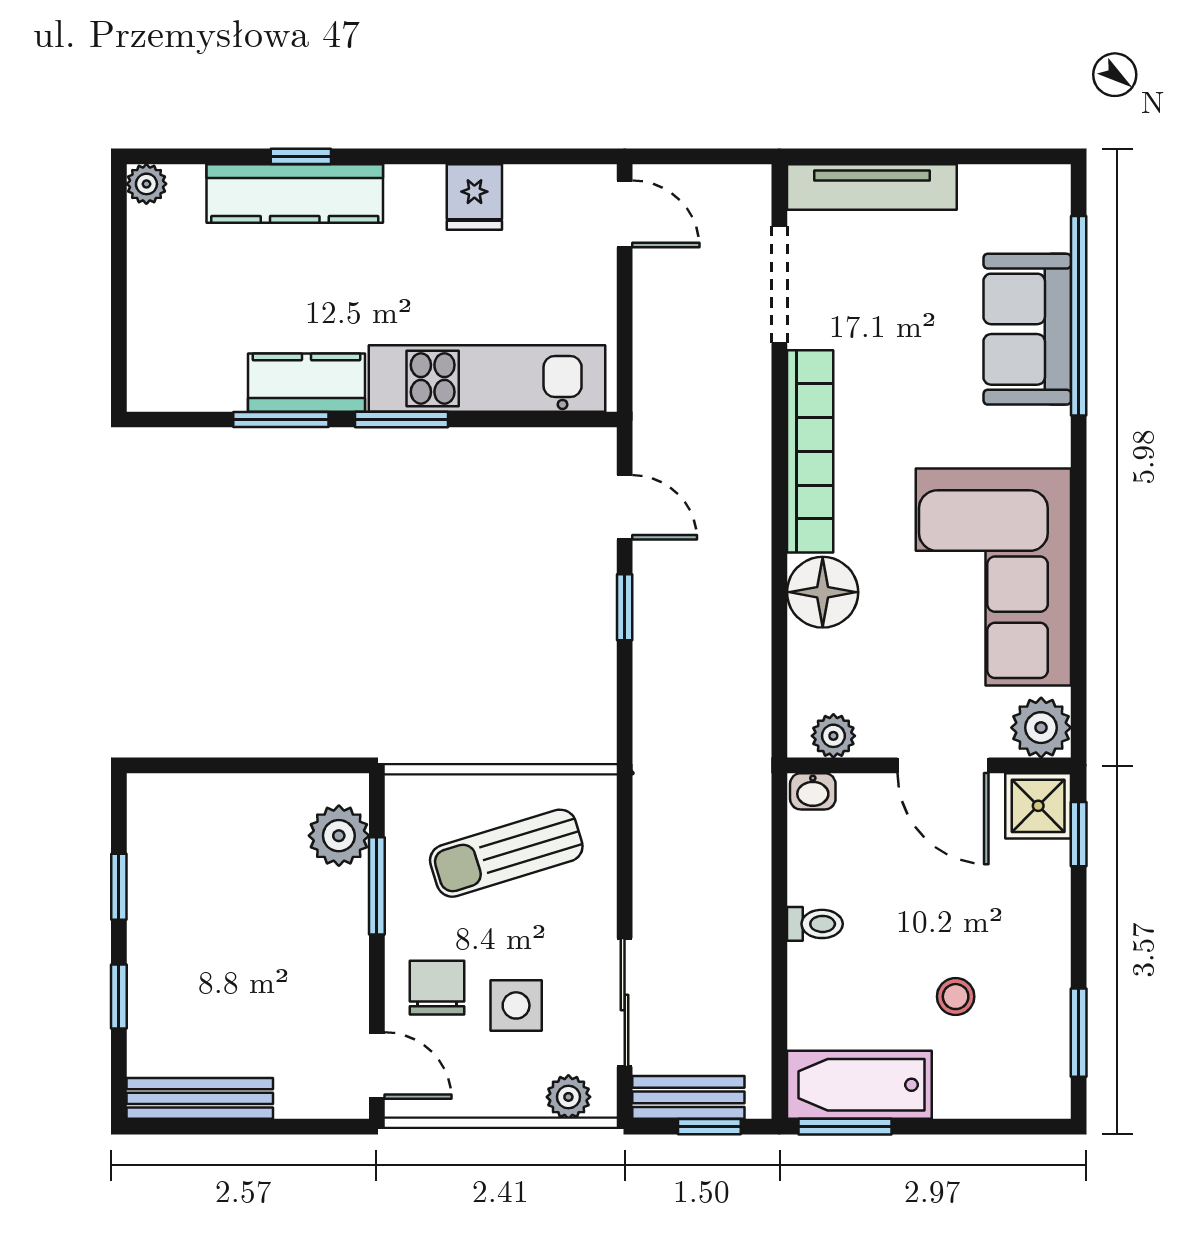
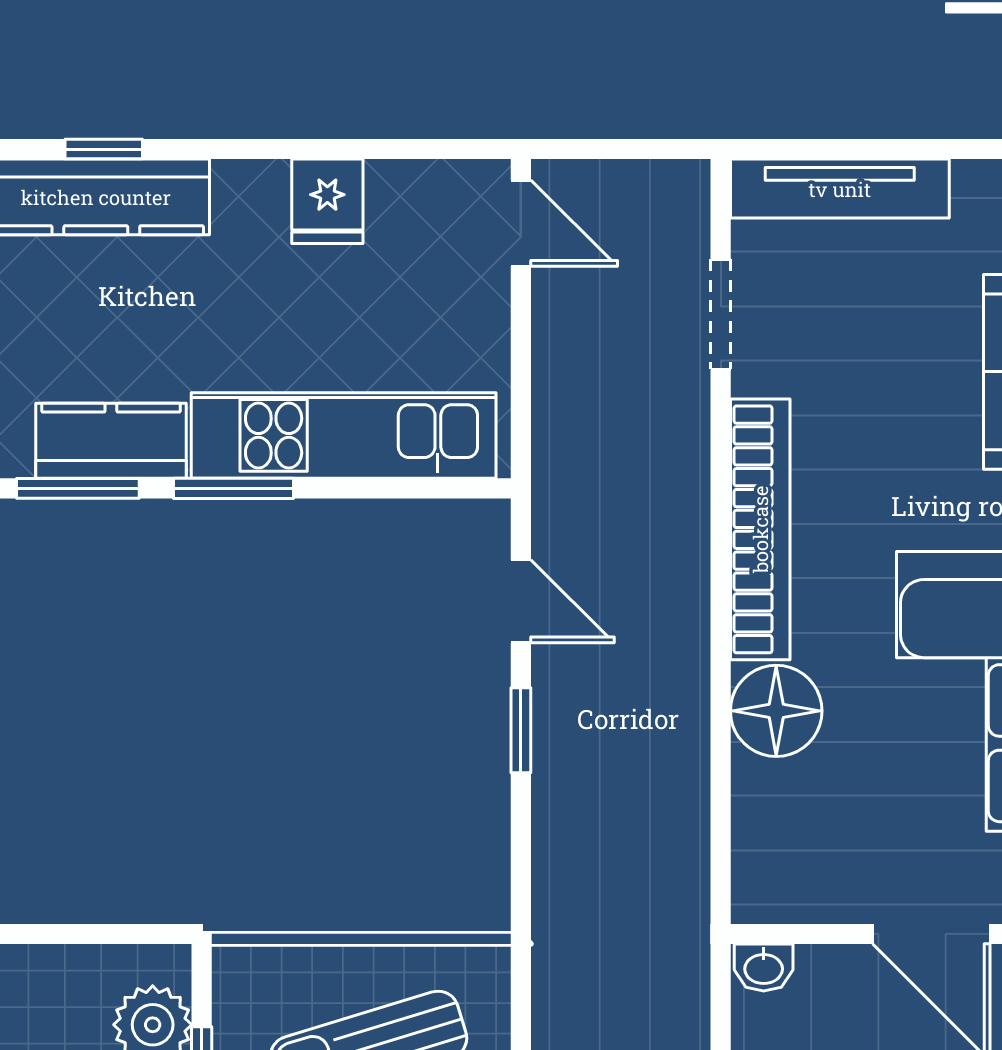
doorway: (779, 285) -> (721, 314), width x0.73
plant: (833, 736) -> (790, 896), removed

